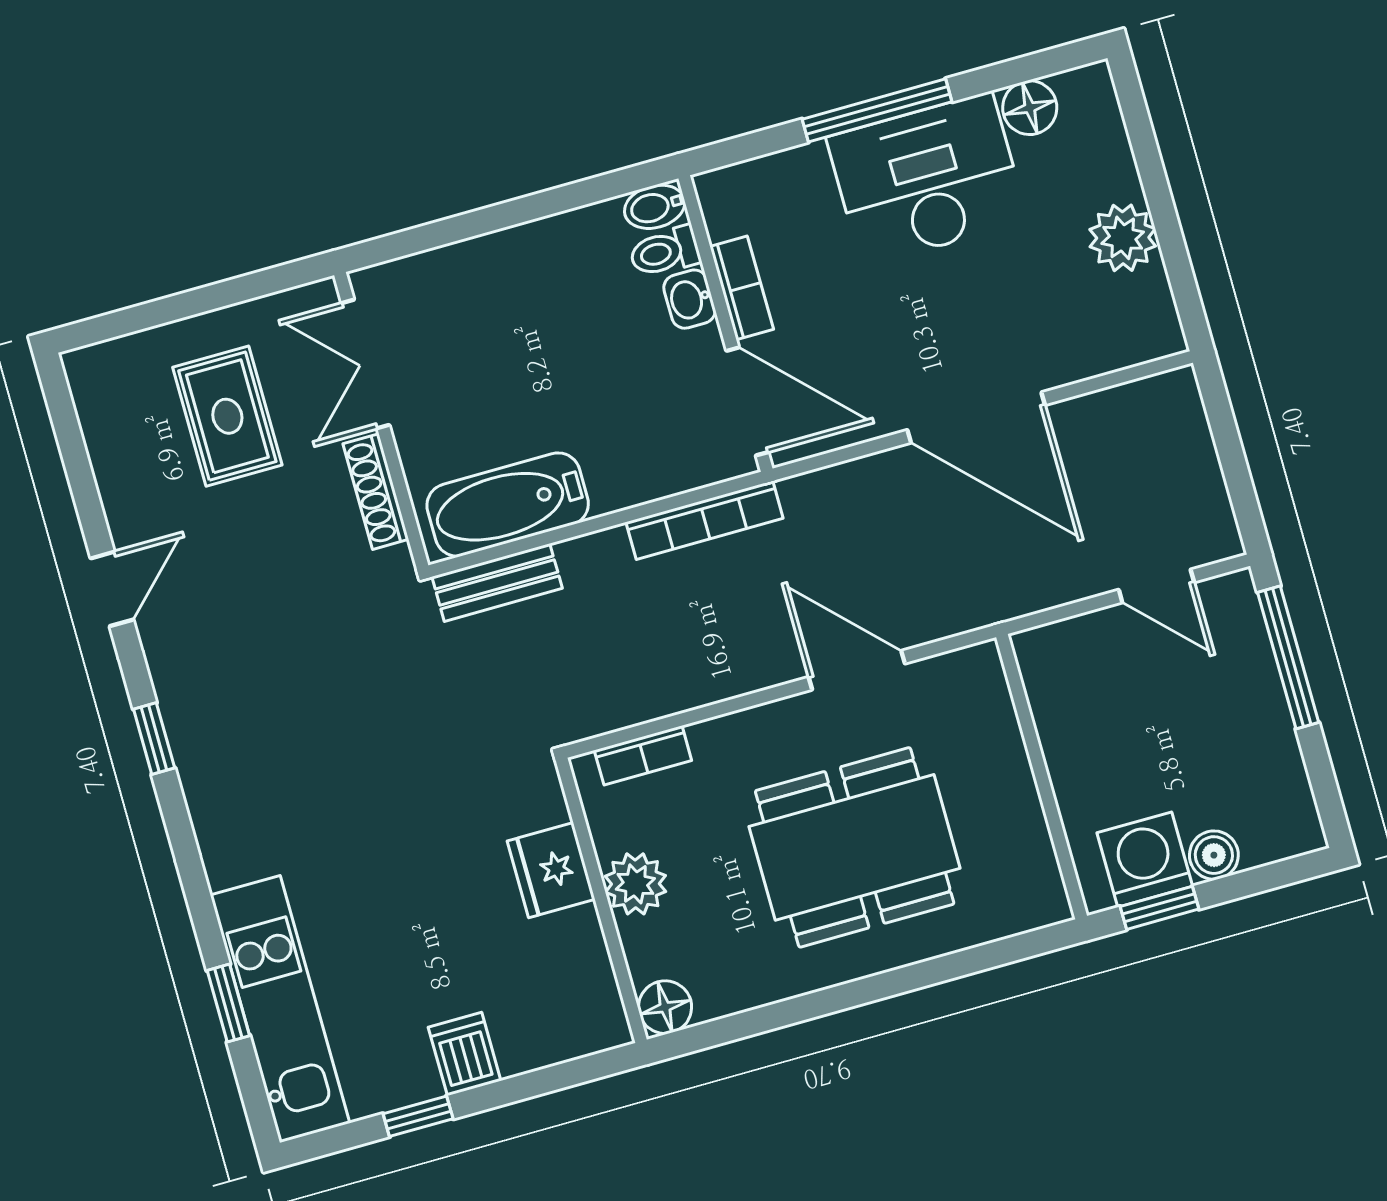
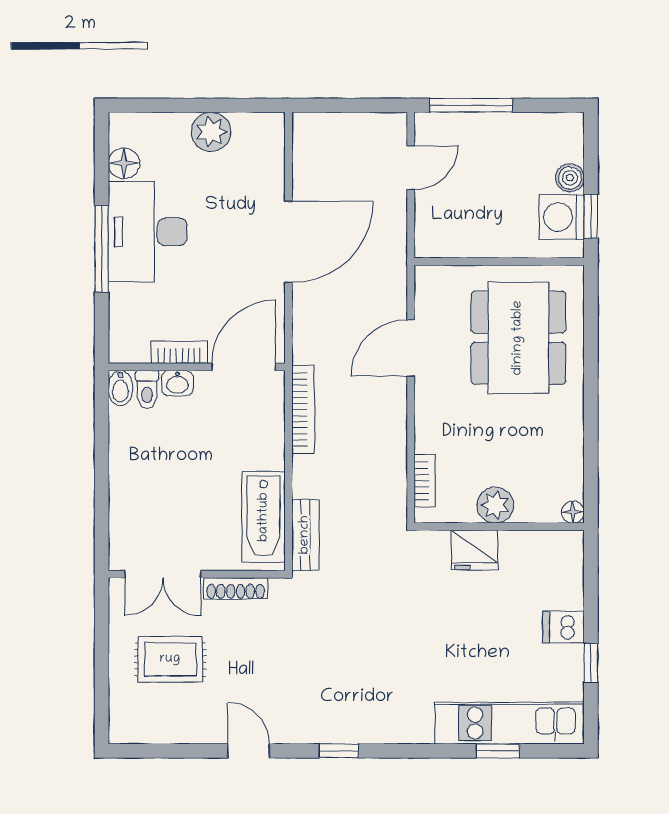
dining table: (855, 847) -> (518, 338), moved
floor lamp: (665, 1007) -> (573, 512), width x0.73, depth x0.73

